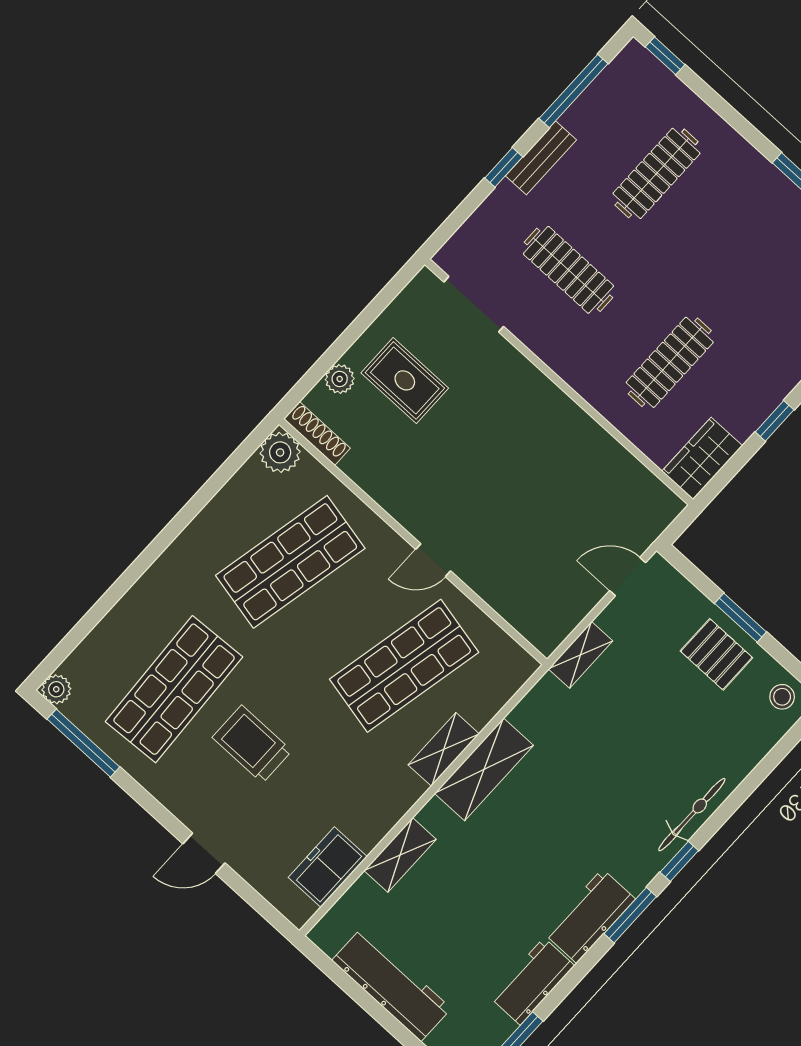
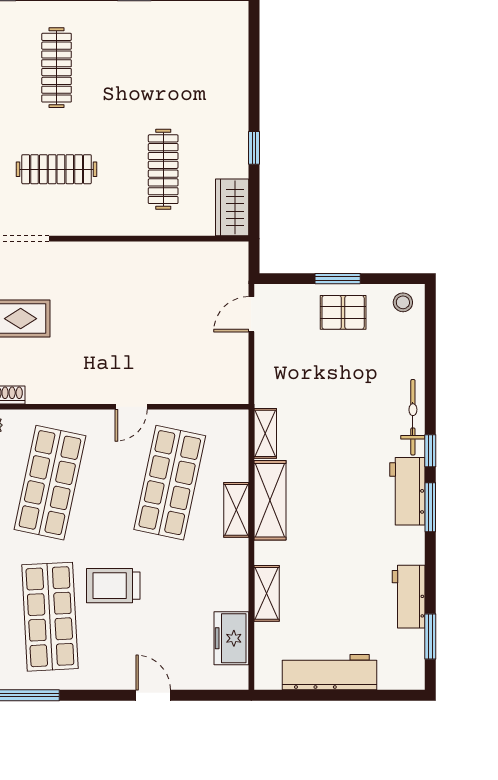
shelving: (580, 655) -> (265, 433), moved
trolley: (252, 744) -> (113, 586), moved
door: (204, 853) -> (153, 695), swing flipped
workbench: (590, 916) -> (407, 491), moved

